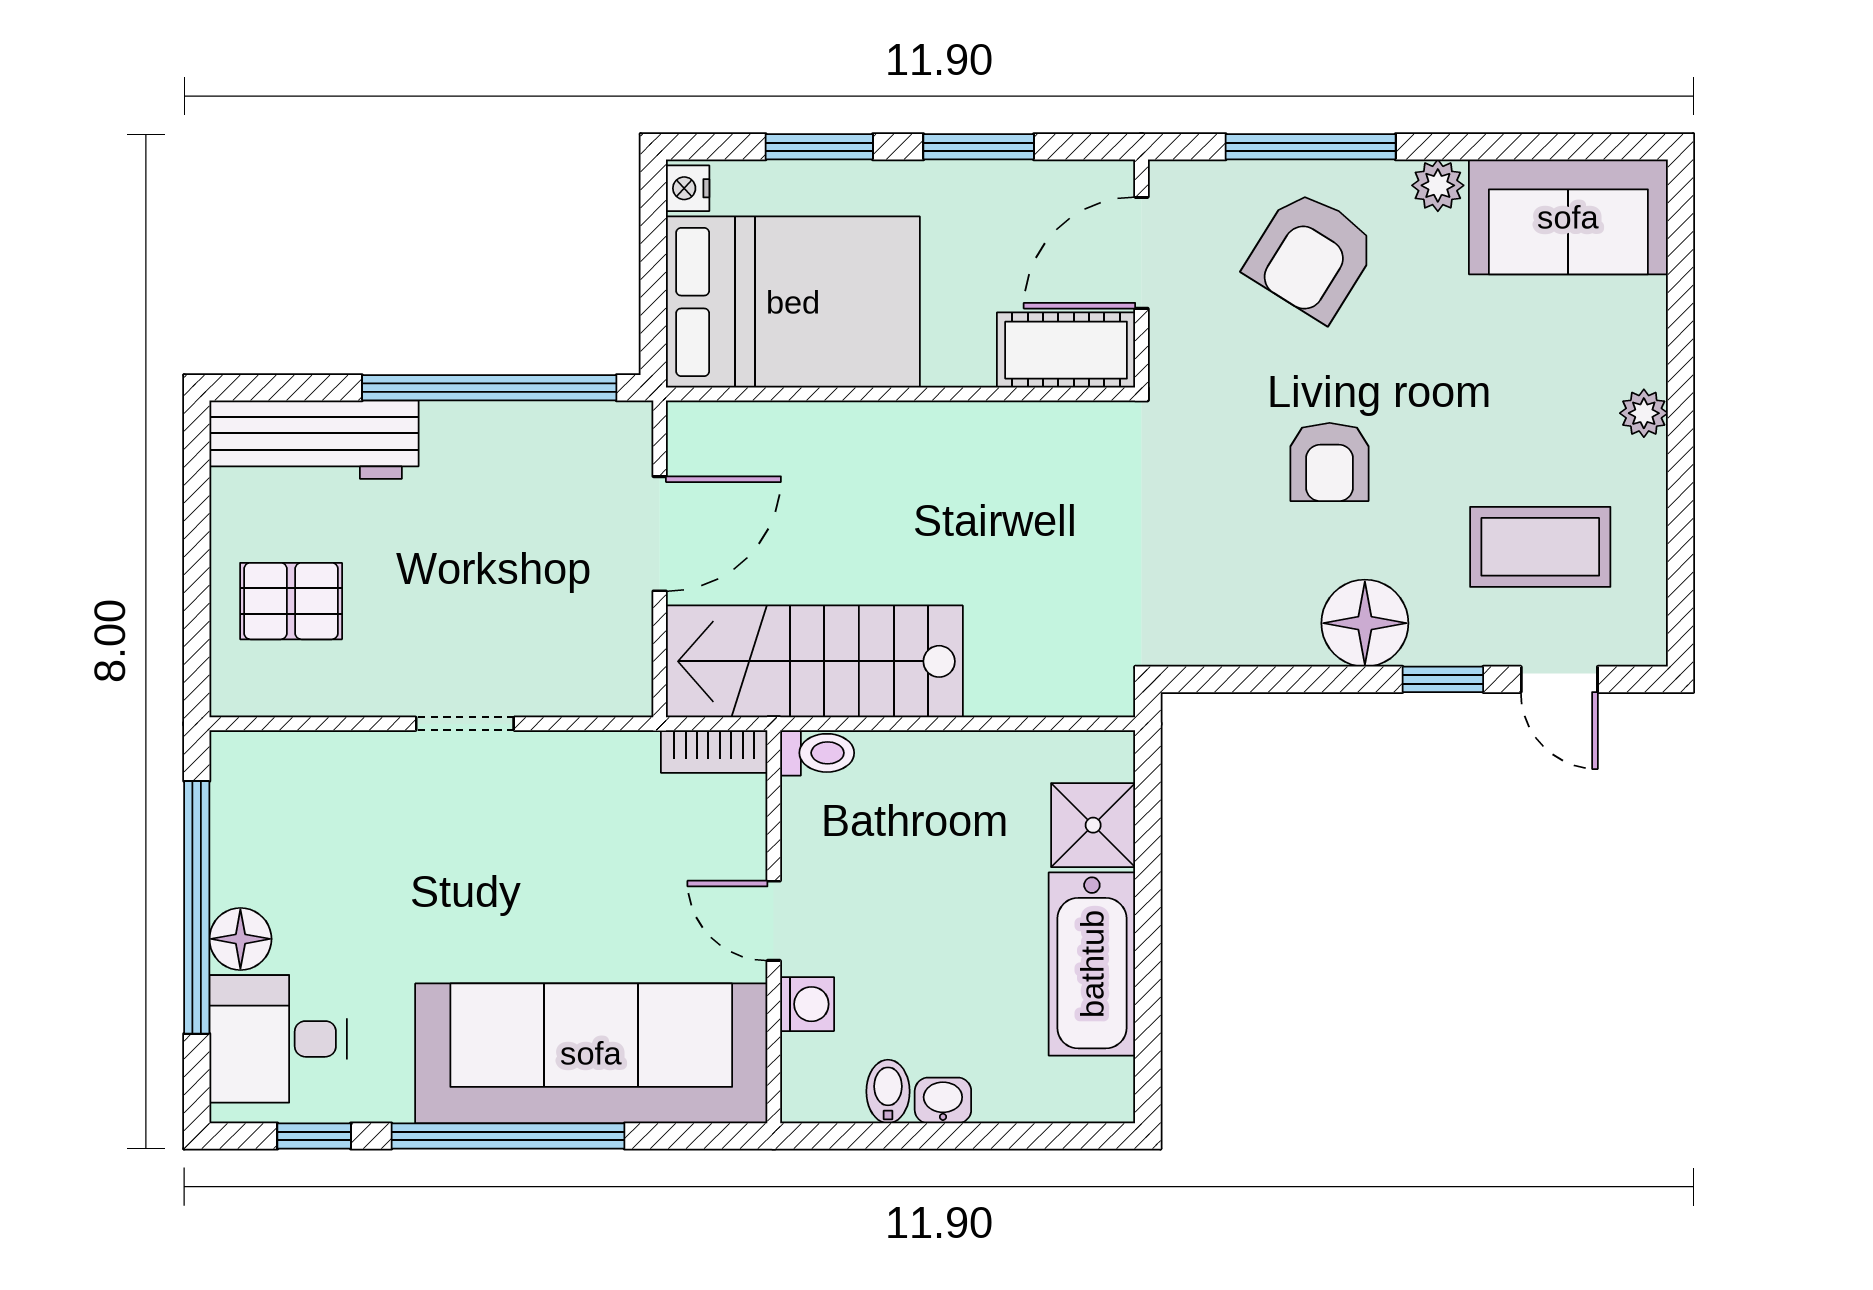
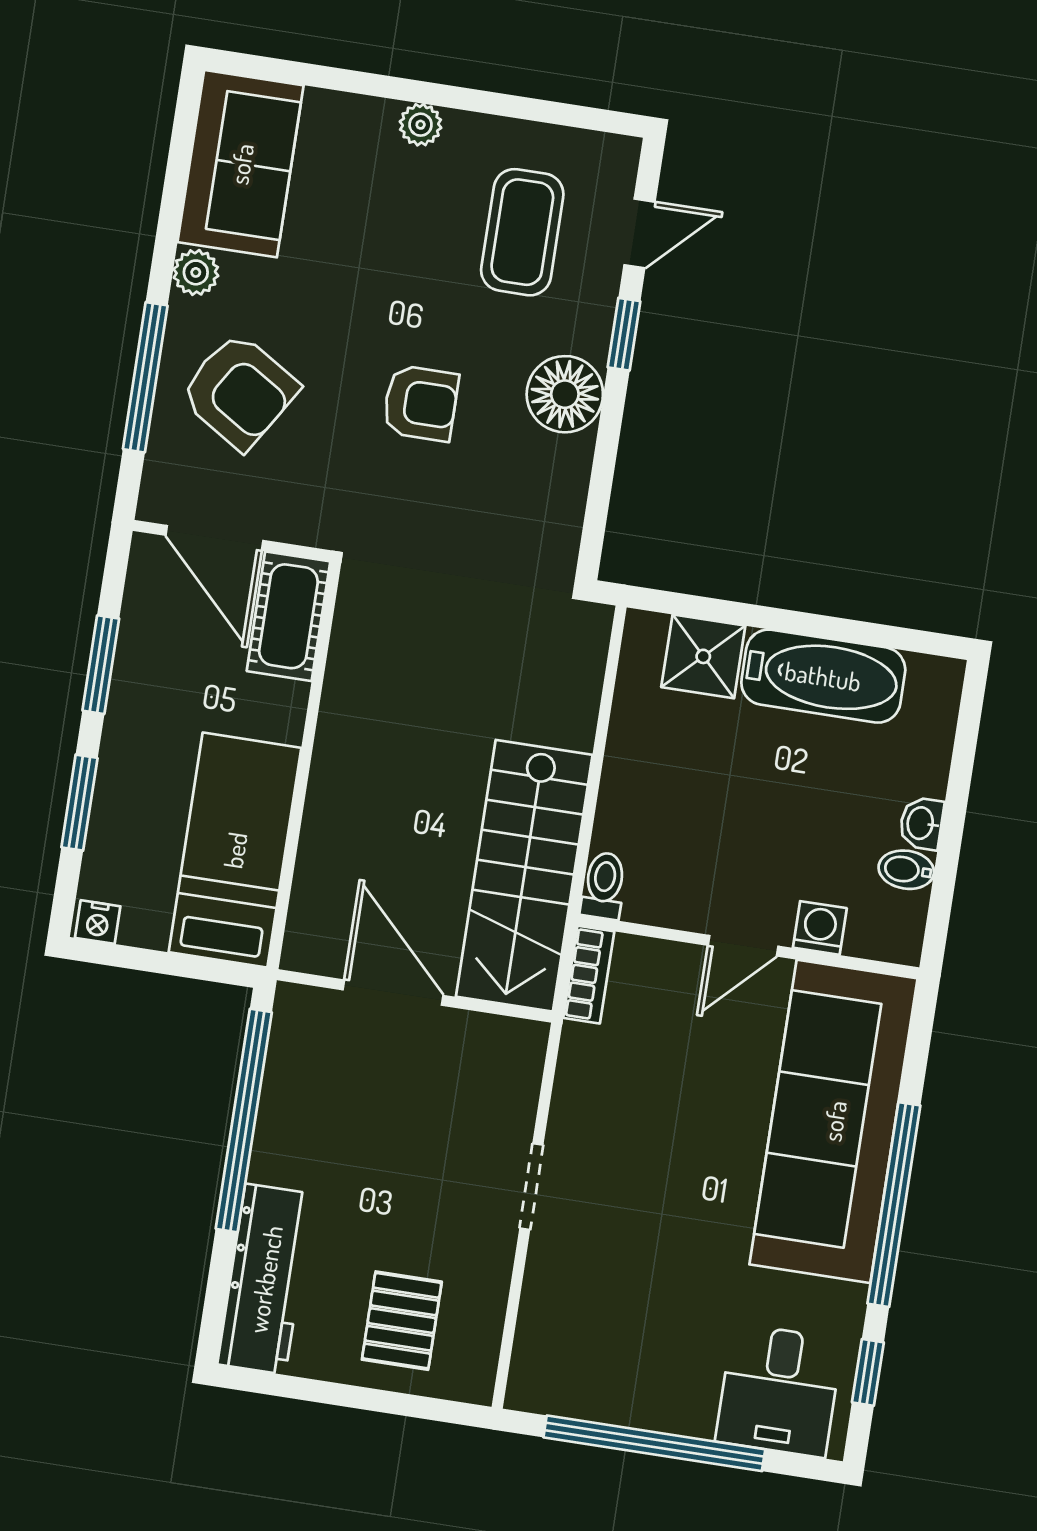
bed: (793, 302) -> (235, 850), width x0.67
floor lamp: (240, 939) -> (688, 1410), removed

